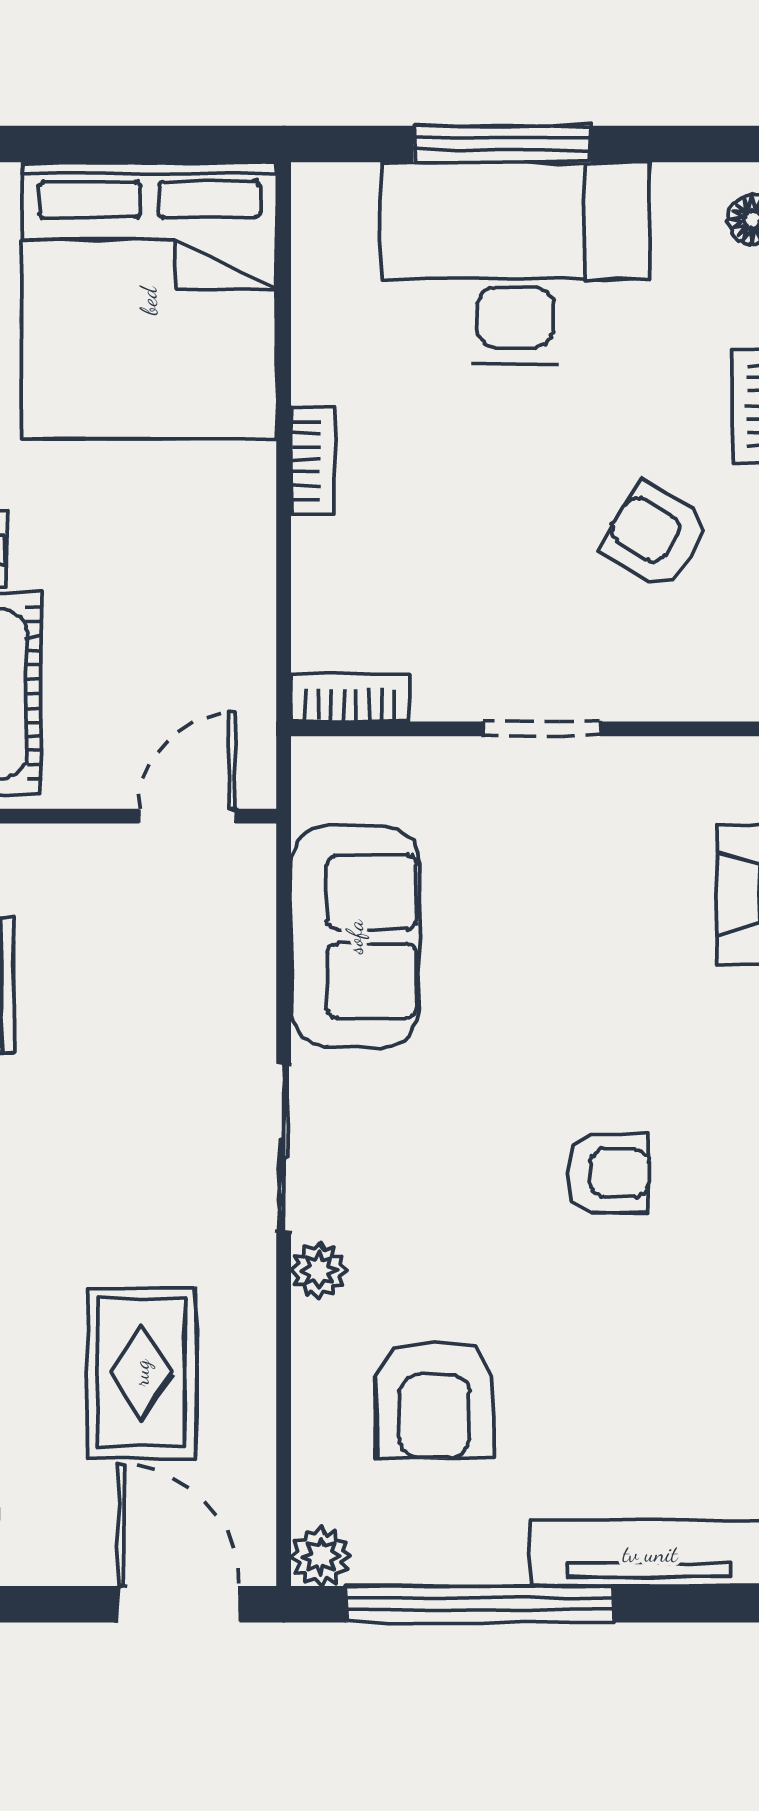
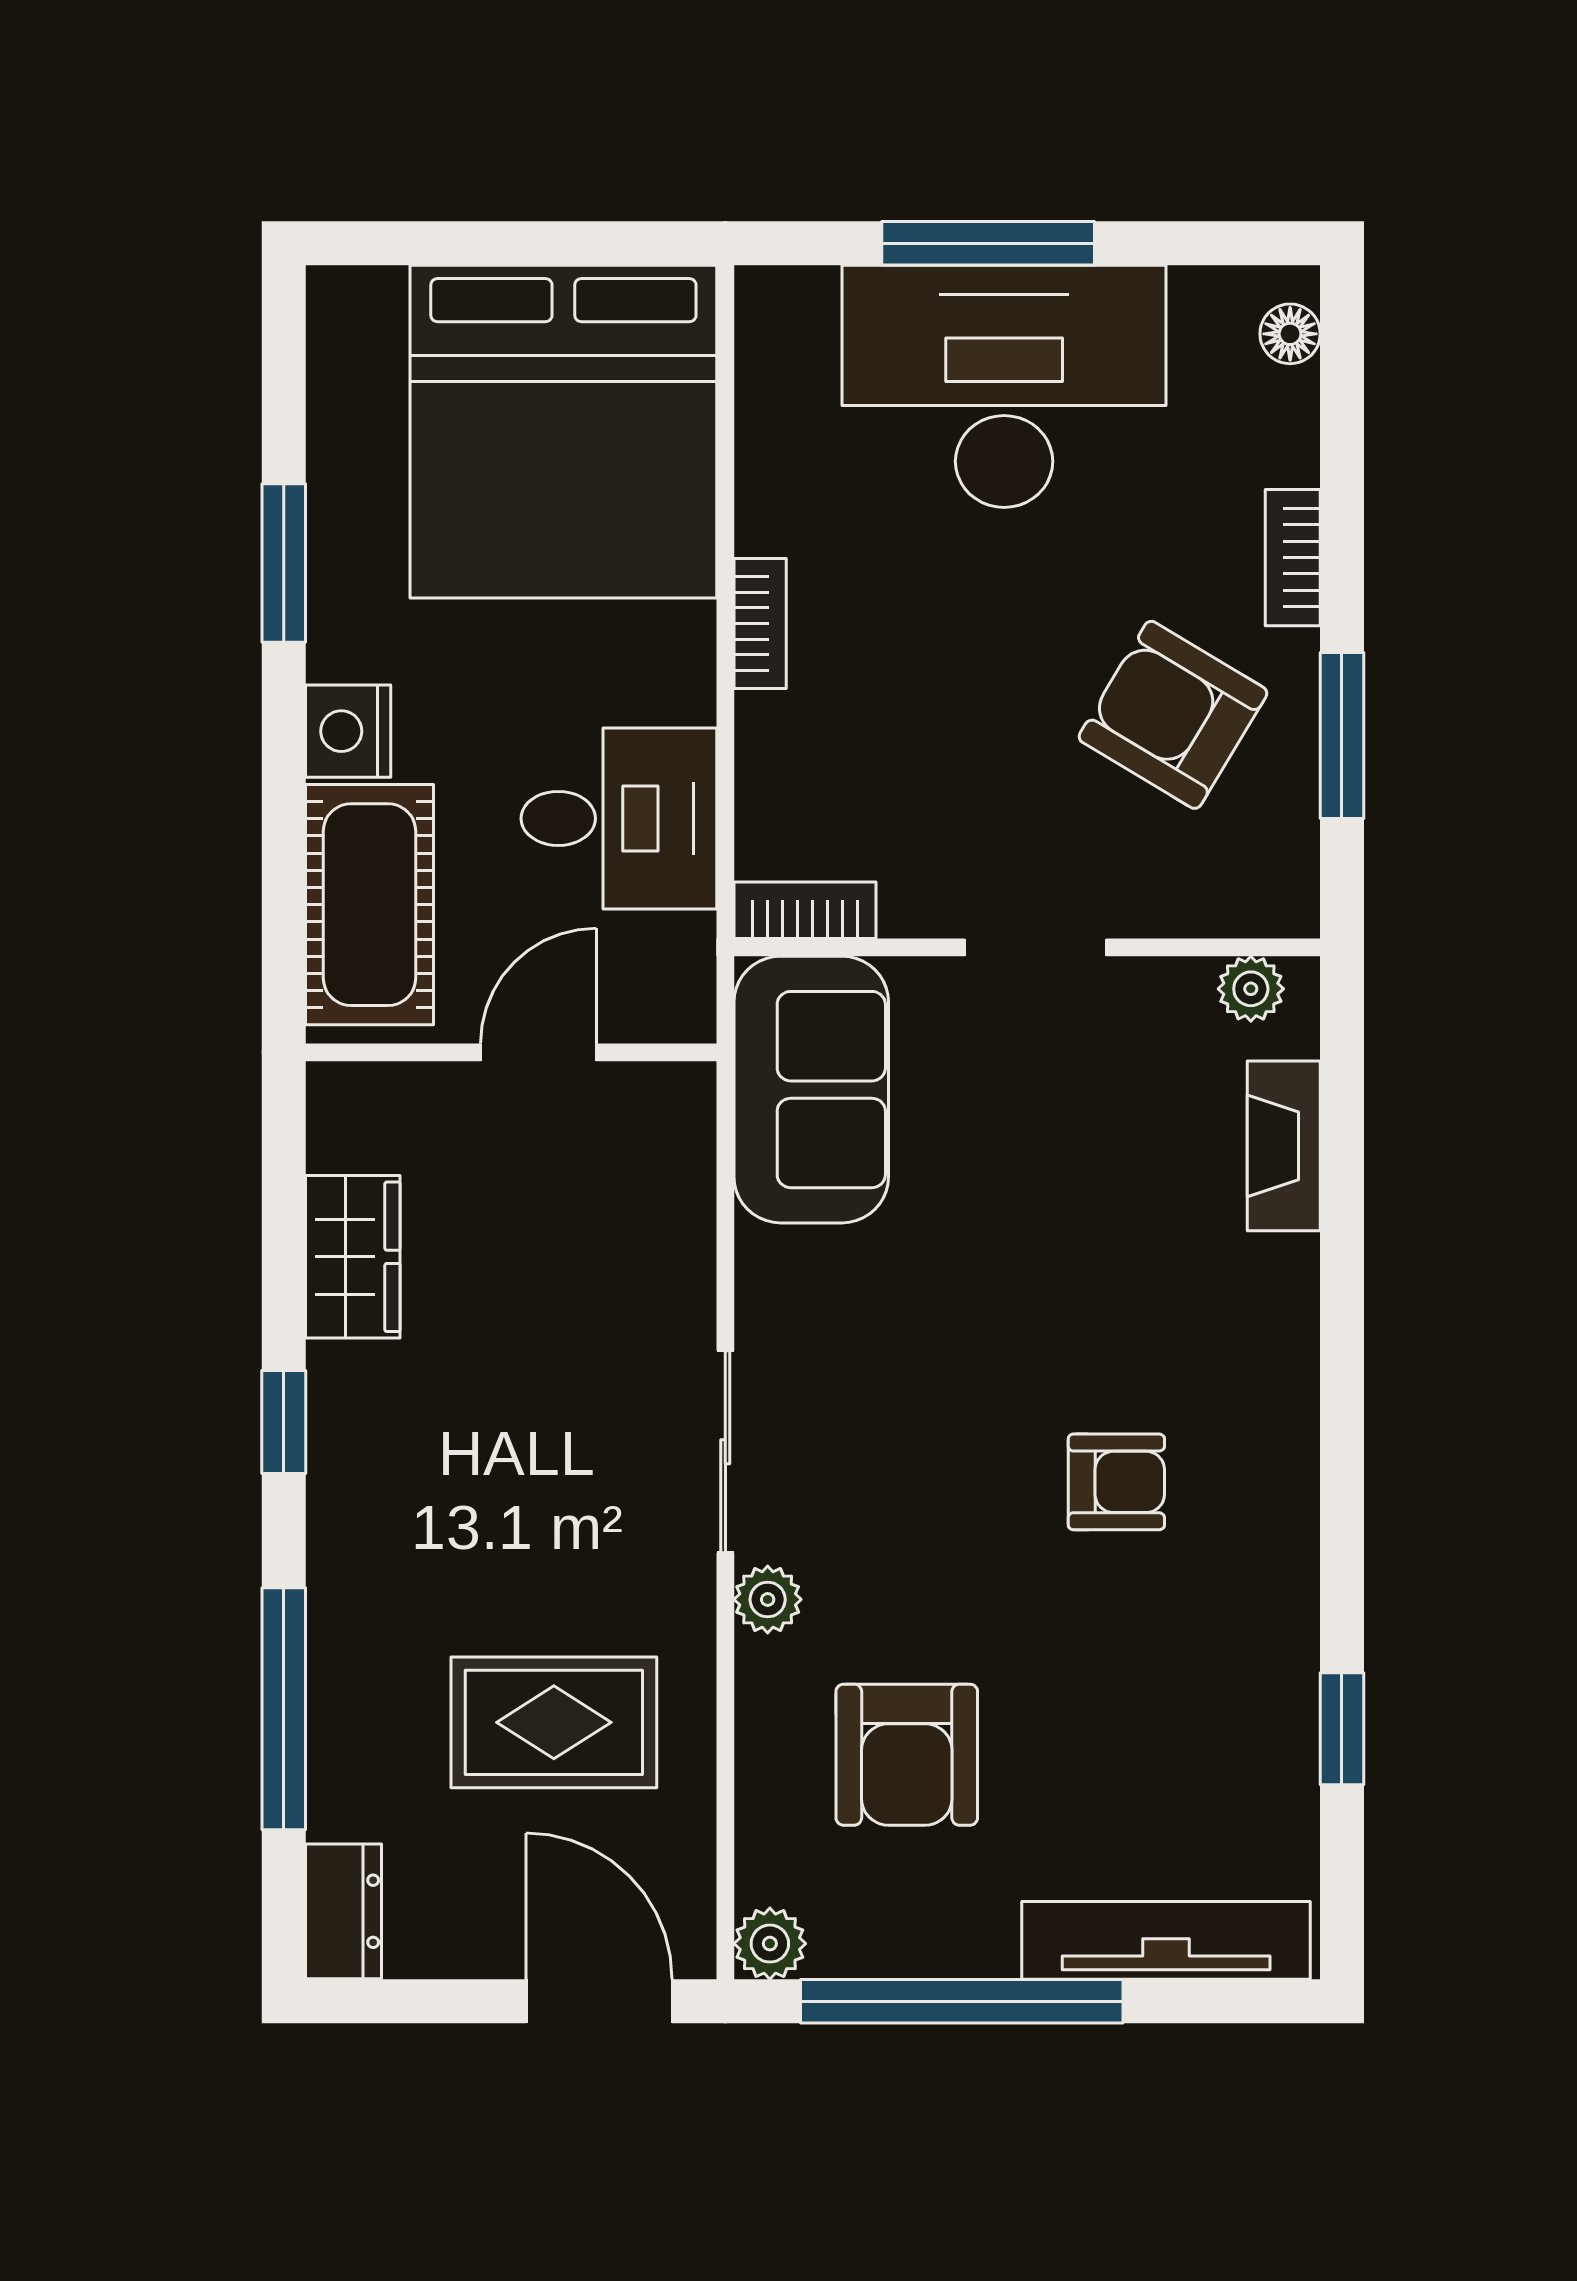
armchair: (656, 536) -> (1173, 715), width x1.38, depth x1.38
desk: (195, 622) -> (619, 818), added
plant: (720, 763) -> (1251, 989), added
door: (187, 816) -> (538, 1052), moved
sofa: (355, 937) -> (811, 1090), moved
rug: (141, 1373) -> (554, 1722), turned 90

